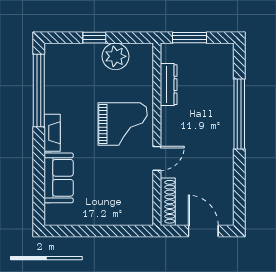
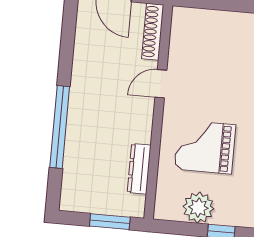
grand piano: (123, 124) -> (205, 147), moved

